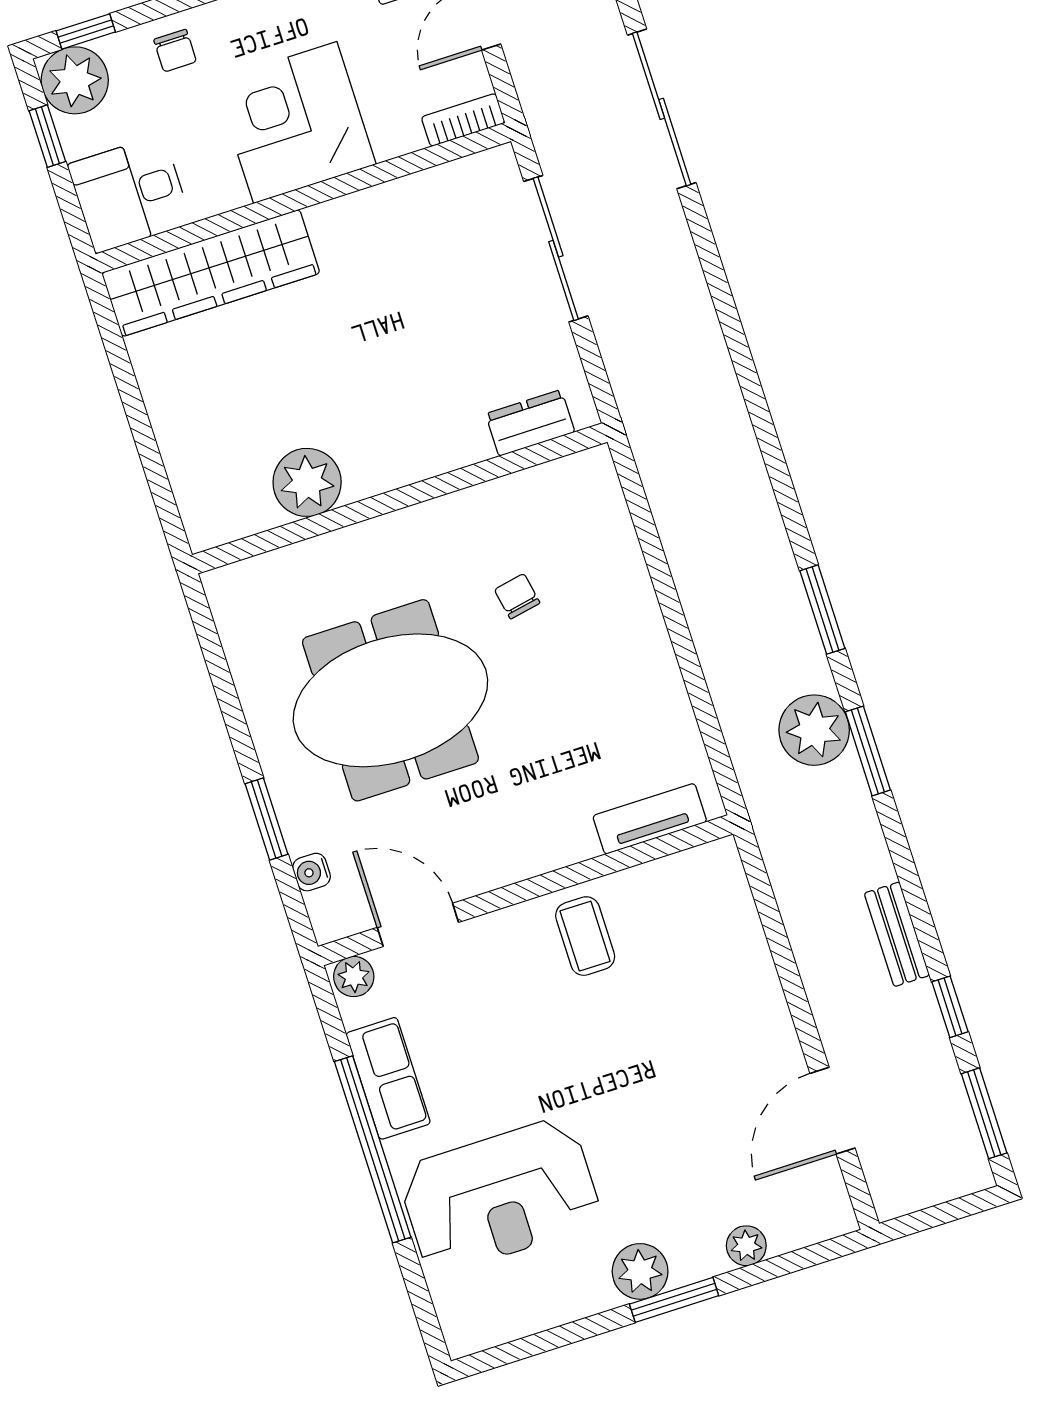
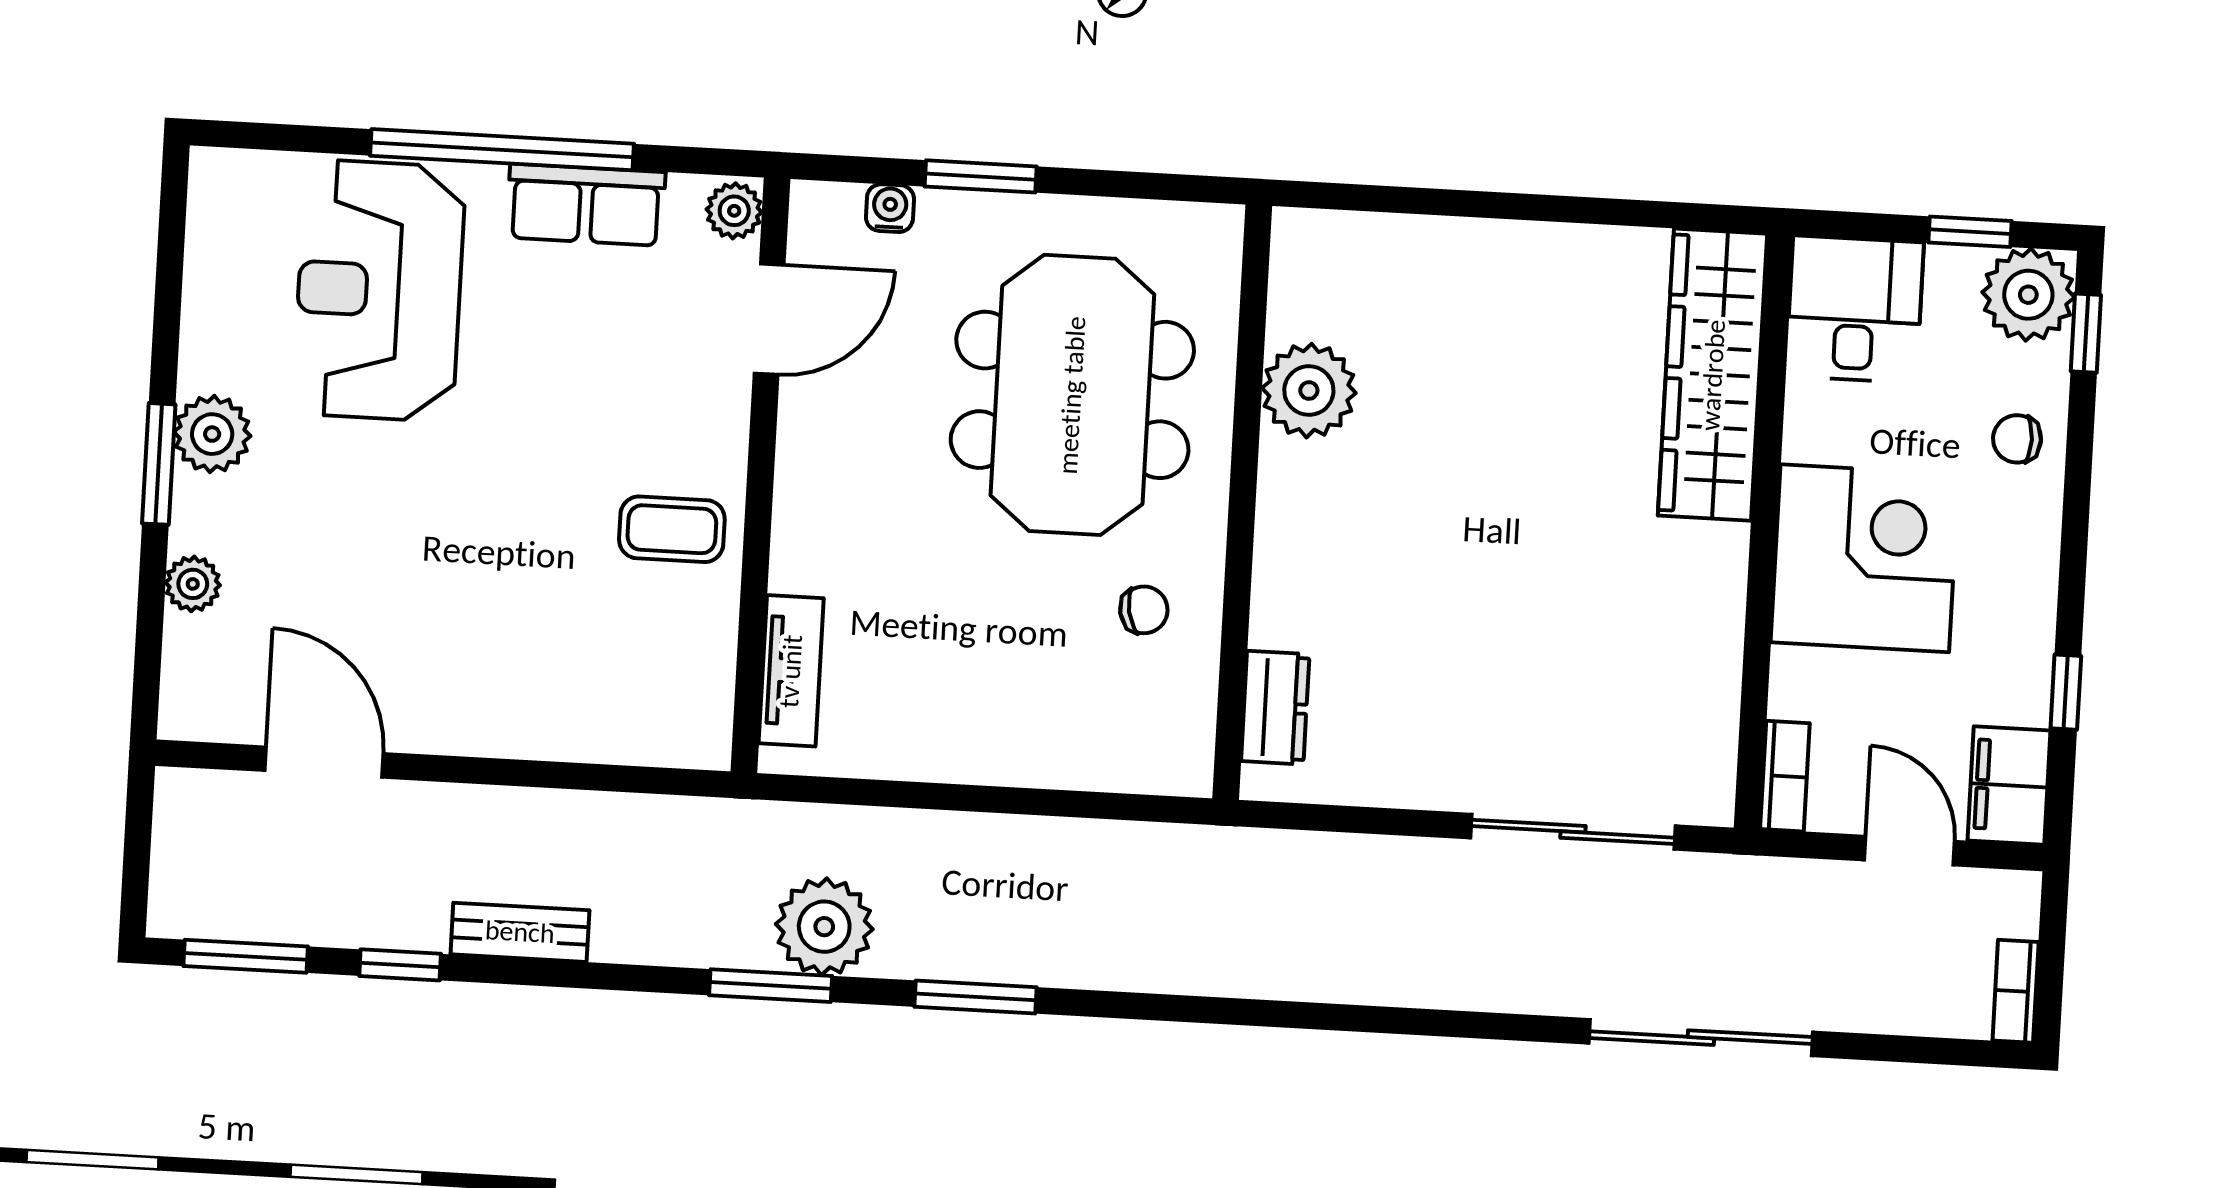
dresser: (530, 423) -> (1275, 708), moved
plant: (307, 482) -> (1309, 391), moved
wall: (400, 498) -> (1242, 502), moved

